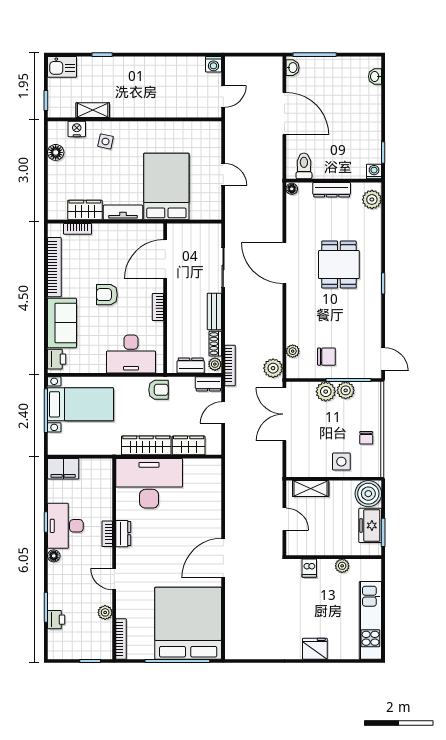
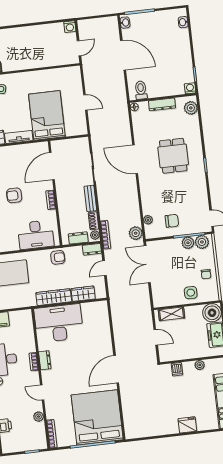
plant: (326, 392) -> (202, 242), moved

